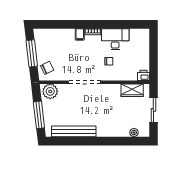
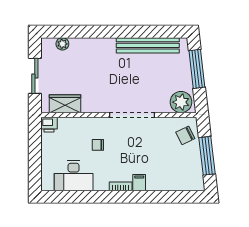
desk: (115, 39) -> (74, 176), moved

